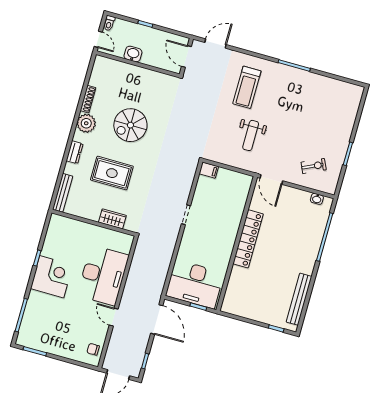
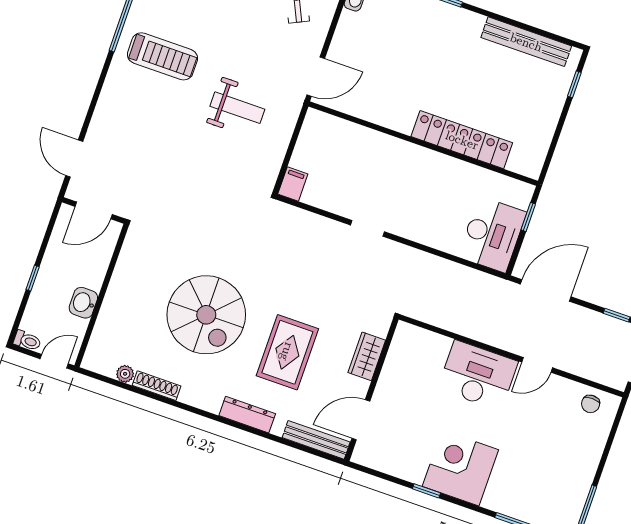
treadmill: (247, 87) -> (162, 56), moved
plant: (86, 123) -> (125, 374), moved, width x0.53, depth x0.53
spiral stairs: (130, 125) -> (206, 315), width x1.37, depth x1.37
dresser: (75, 152) -> (247, 415), width x1.44
door: (76, 218) -> (361, 420), added
locker: (248, 239) -> (462, 140), moved
desk: (103, 275) -> (478, 375), width x0.73, depth x0.77
desk: (195, 284) -> (492, 234), width x0.73, depth x0.77

